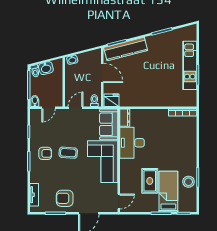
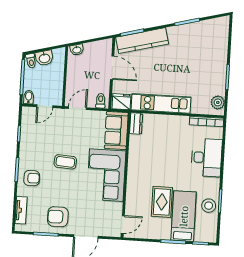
kitchen unit: (190, 65) -> (161, 103), moved, turned 90
plant: (191, 96) -> (218, 102), added
desk: (132, 143) -> (207, 158), moved, turned 180
armchair: (45, 153) -> (32, 178), moved

